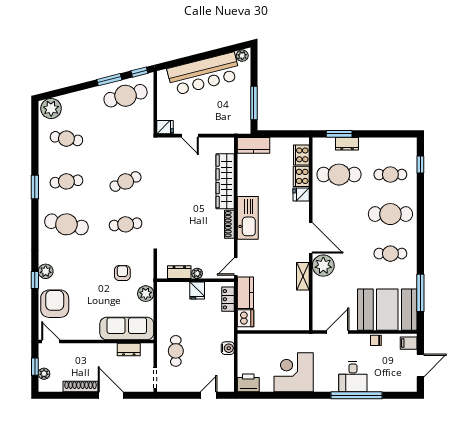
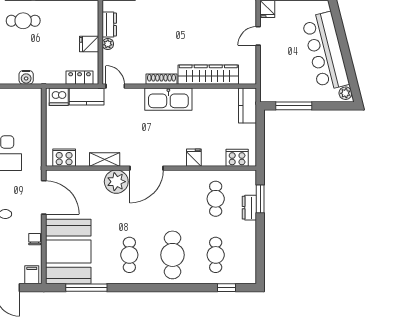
cafe table: (339, 175) -> (216, 199), width x0.73, depth x0.74
cooker: (301, 176) -> (64, 158), moved
door: (338, 332) -> (44, 197), width x1.36

